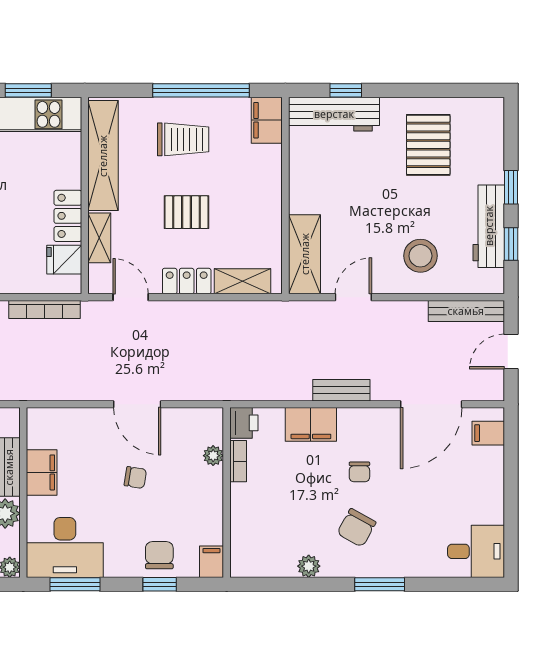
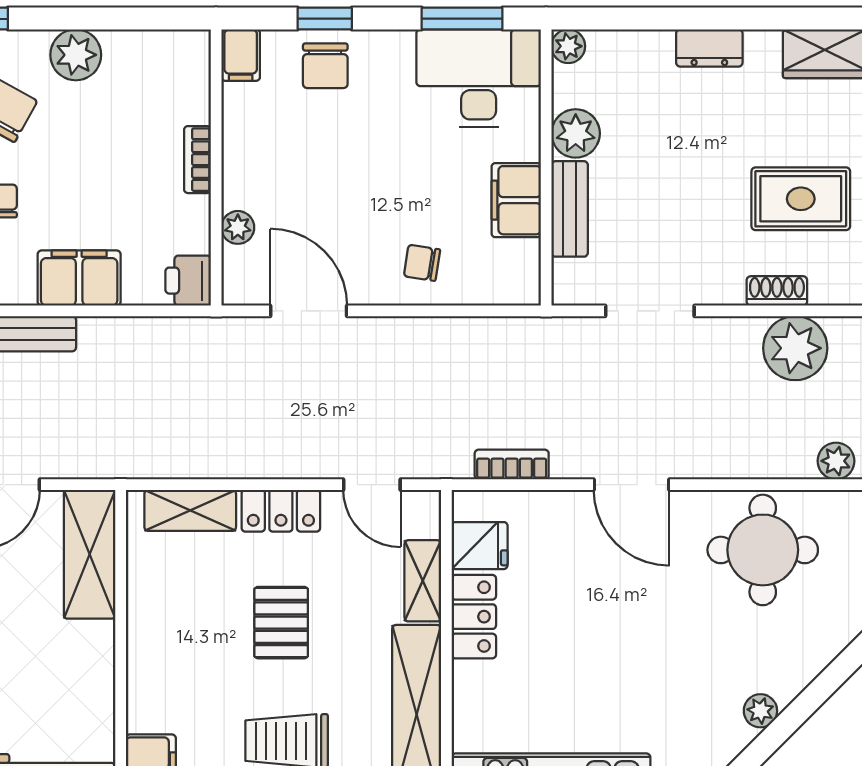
pallet: (187, 212) -> (281, 623), turned 90
bookcase: (45, 310) -> (512, 465), width x0.64
door: (137, 404) -> (309, 311), moved
bookcase: (238, 461) -> (197, 160), moved
chair: (135, 477) -> (422, 263), moved
plant: (309, 566) -> (76, 55), width x1.38, depth x1.38

